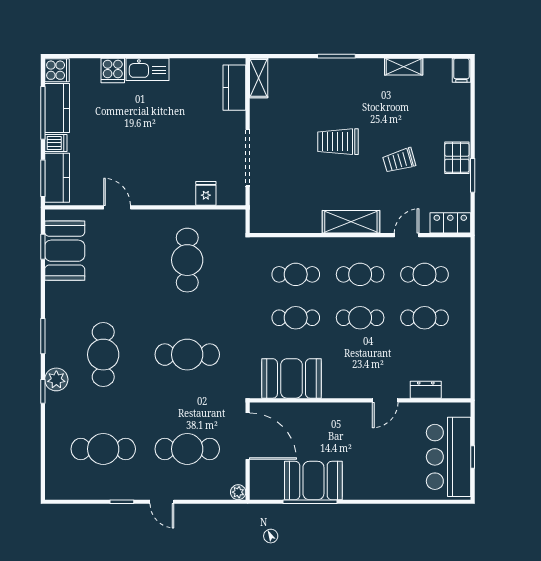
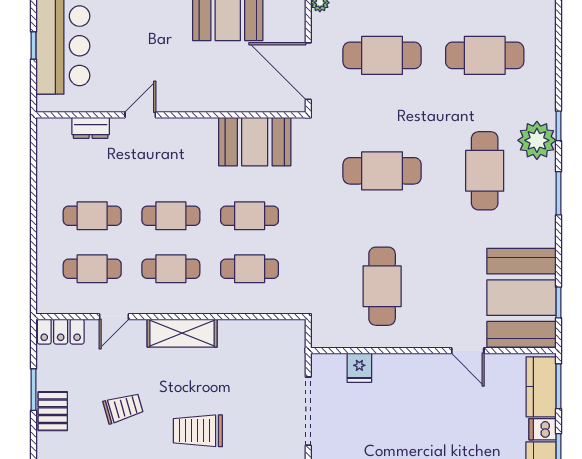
trolley: (338, 142) -> (198, 431), turned 180
booth: (65, 251) -> (521, 298), width x1.36, depth x1.42
plant: (56, 379) -> (537, 140), width x1.36, depth x1.36

